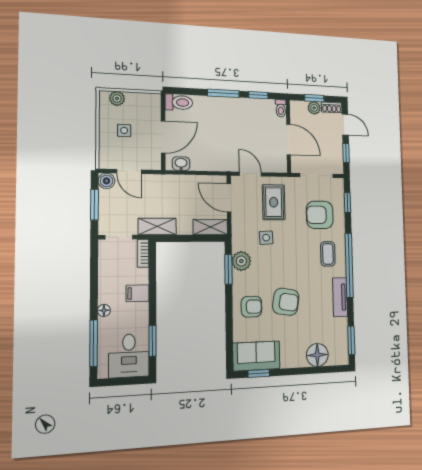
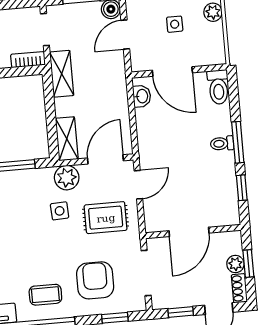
toilet: (281, 108) -> (222, 143), moved
plant: (241, 261) -> (67, 178), moved

